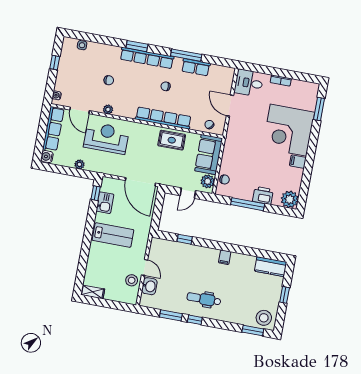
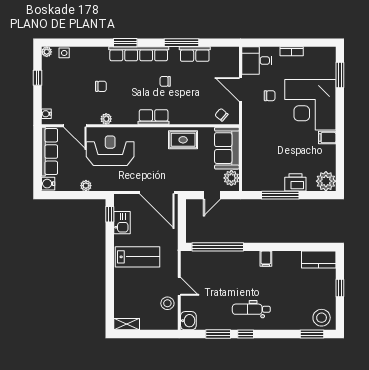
plant: (67, 41) -> (47, 52), added
row of seats: (163, 118) -> (154, 117), width x0.50
chair: (225, 179) -> (270, 96), moved
window: (185, 239) -> (218, 247), width x3.17
washbasin: (149, 286) -> (188, 321), moved

